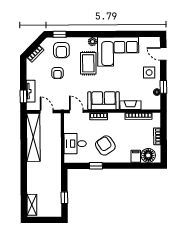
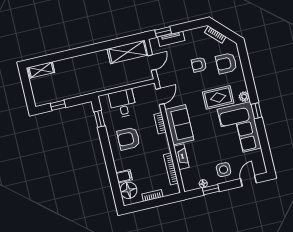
window: (59, 34) -> (256, 111), moved
shelving: (33, 137) -> (128, 52), width x0.68
armchair: (105, 145) -> (129, 139), turned -147
window: (96, 166) -> (99, 119), moved

